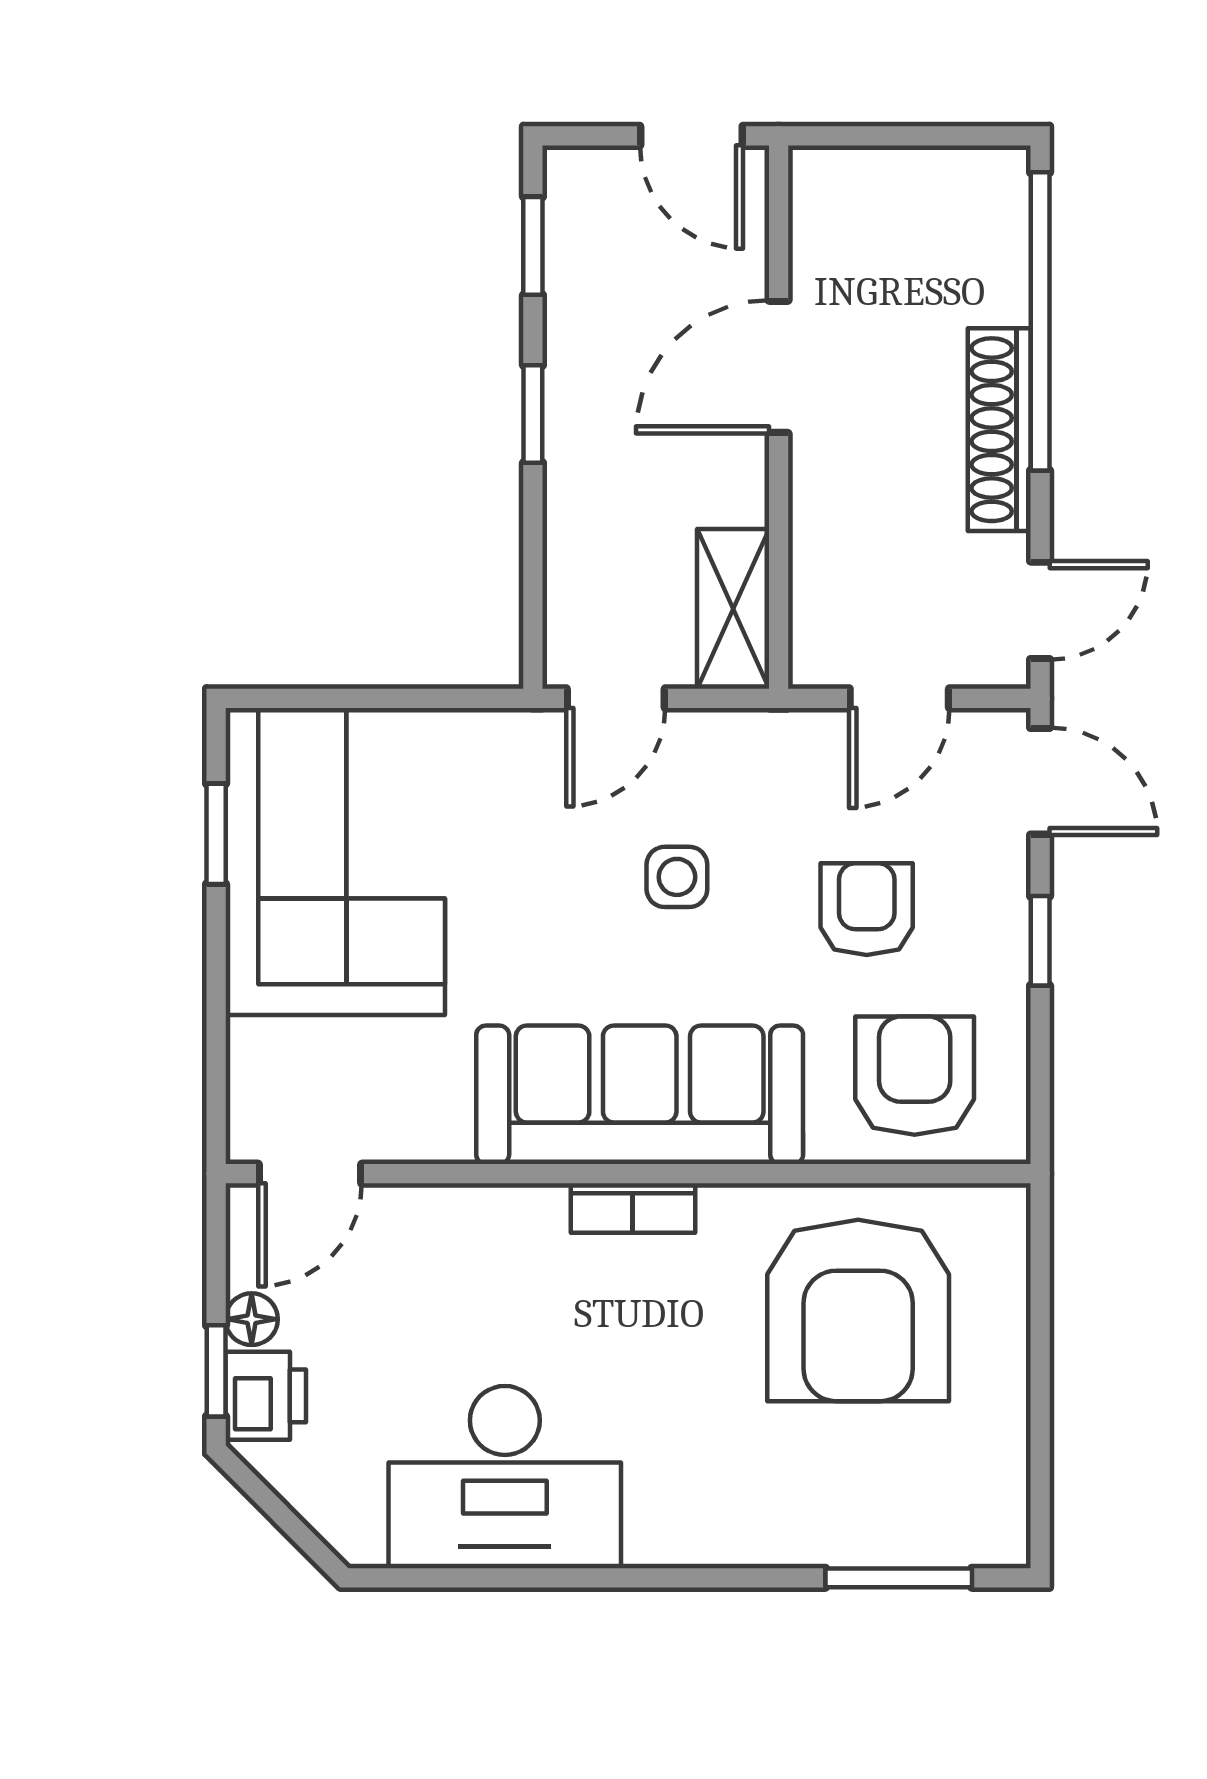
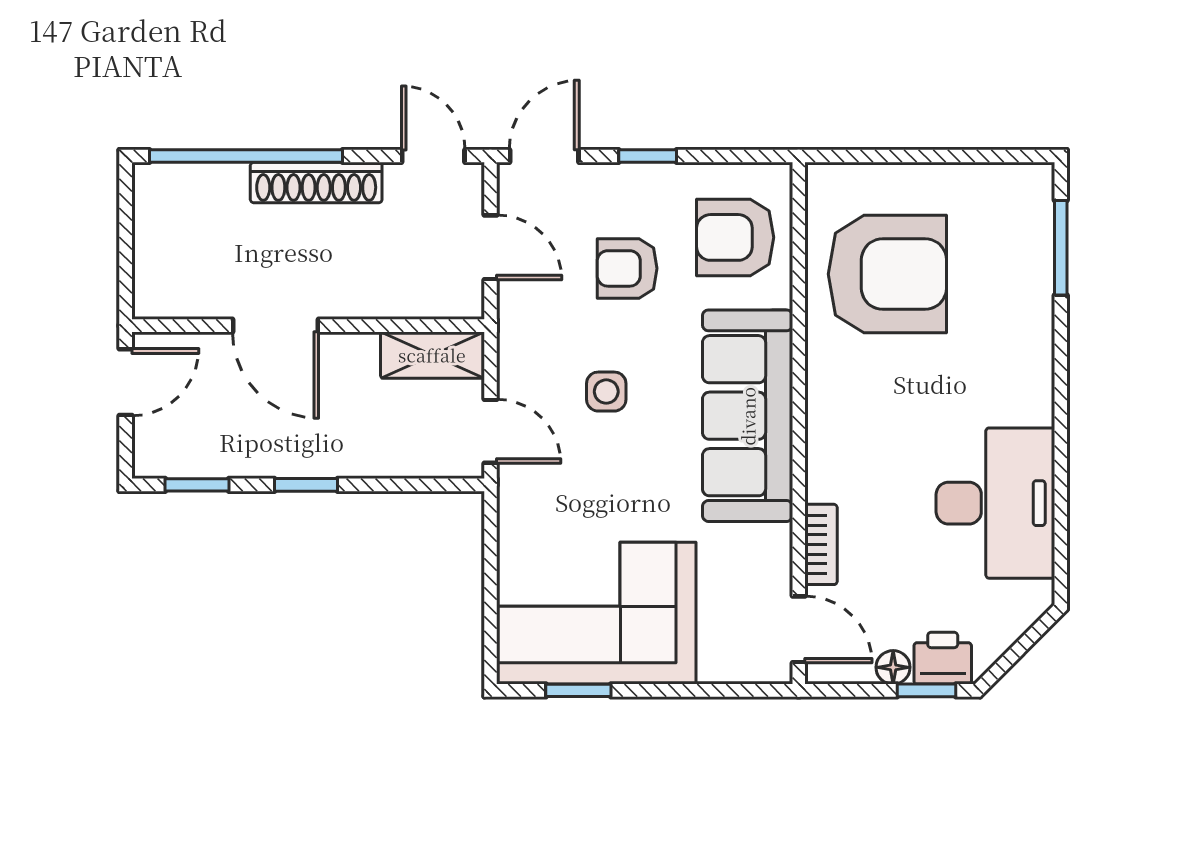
bookcase: (633, 1208) -> (821, 544), moved

